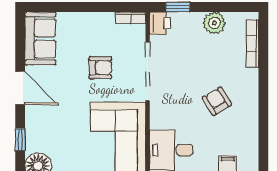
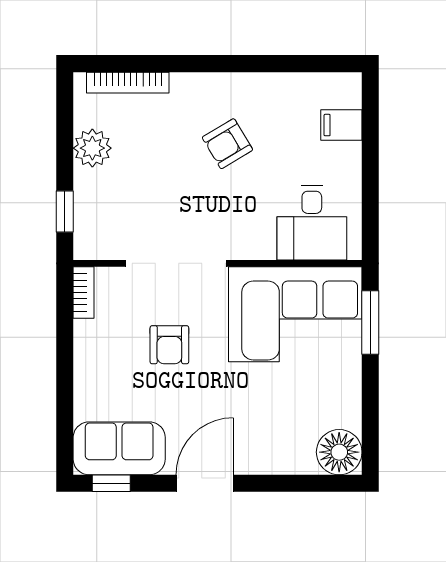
printer: (160, 23) -> (93, 242), removed
armchair: (100, 68) -> (169, 345), turned 180
window: (20, 140) -> (111, 483), moved

